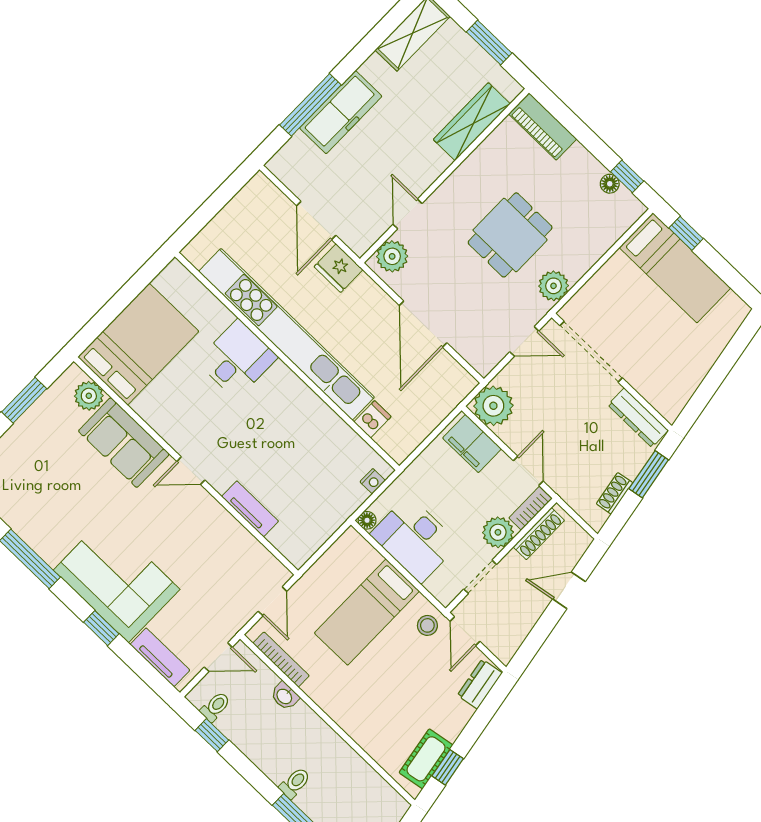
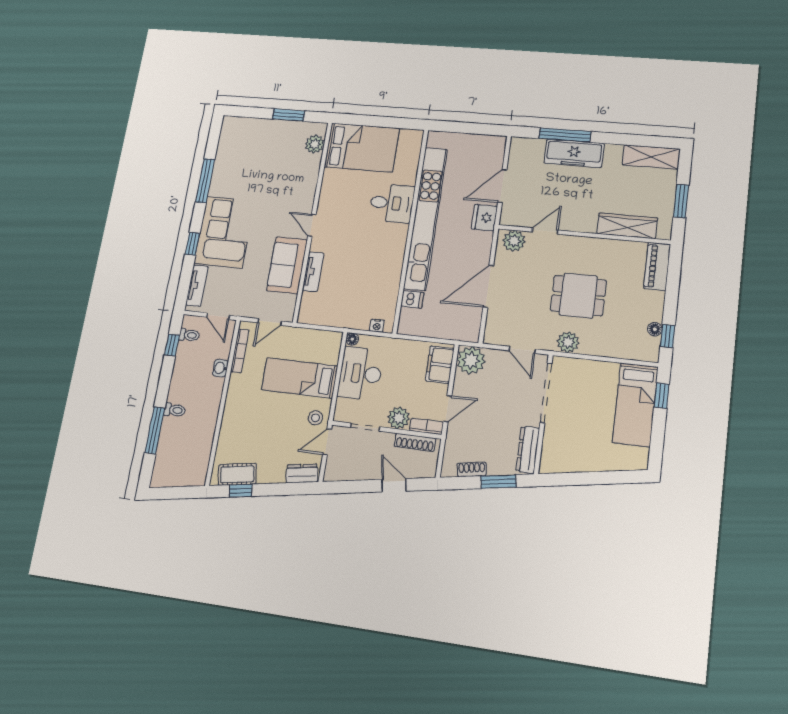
sofa: (124, 443) -> (287, 265), moved

